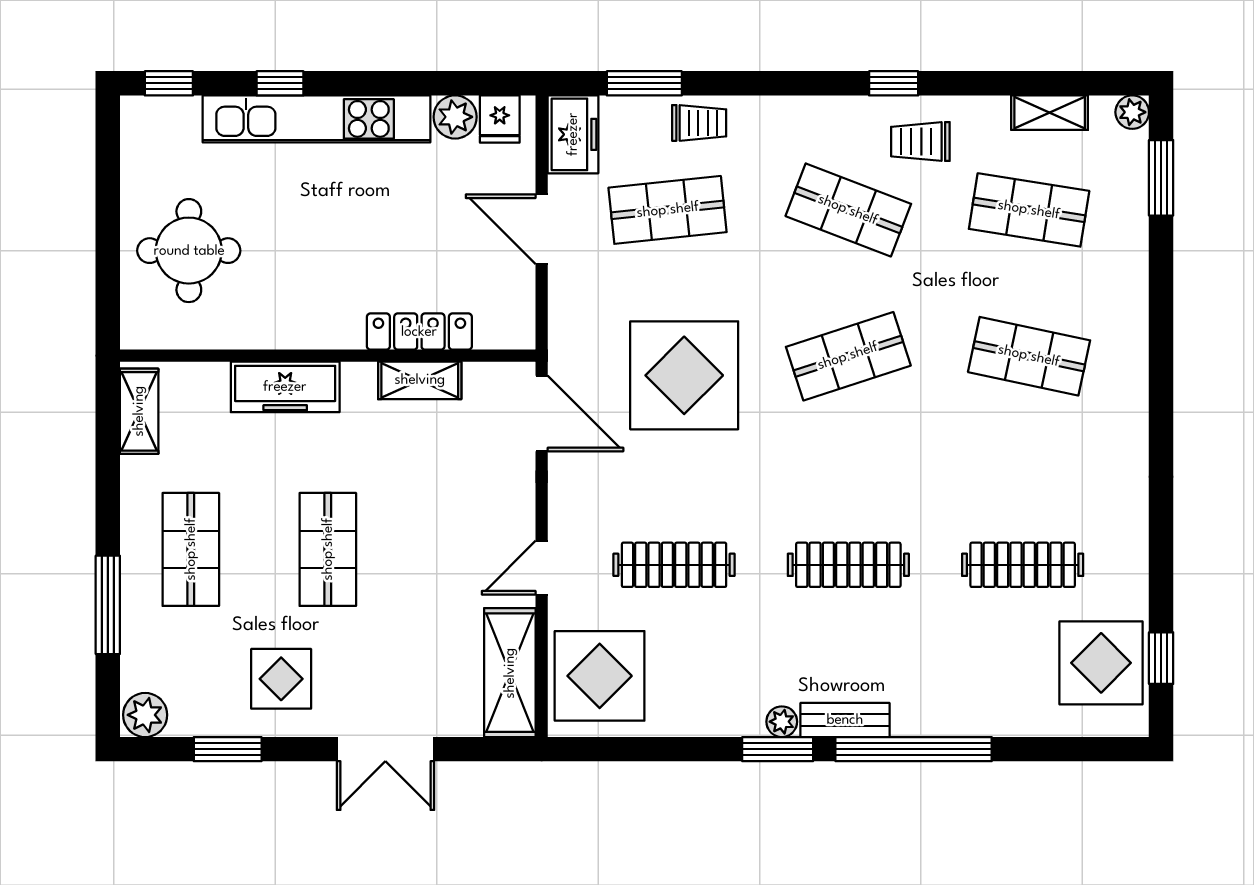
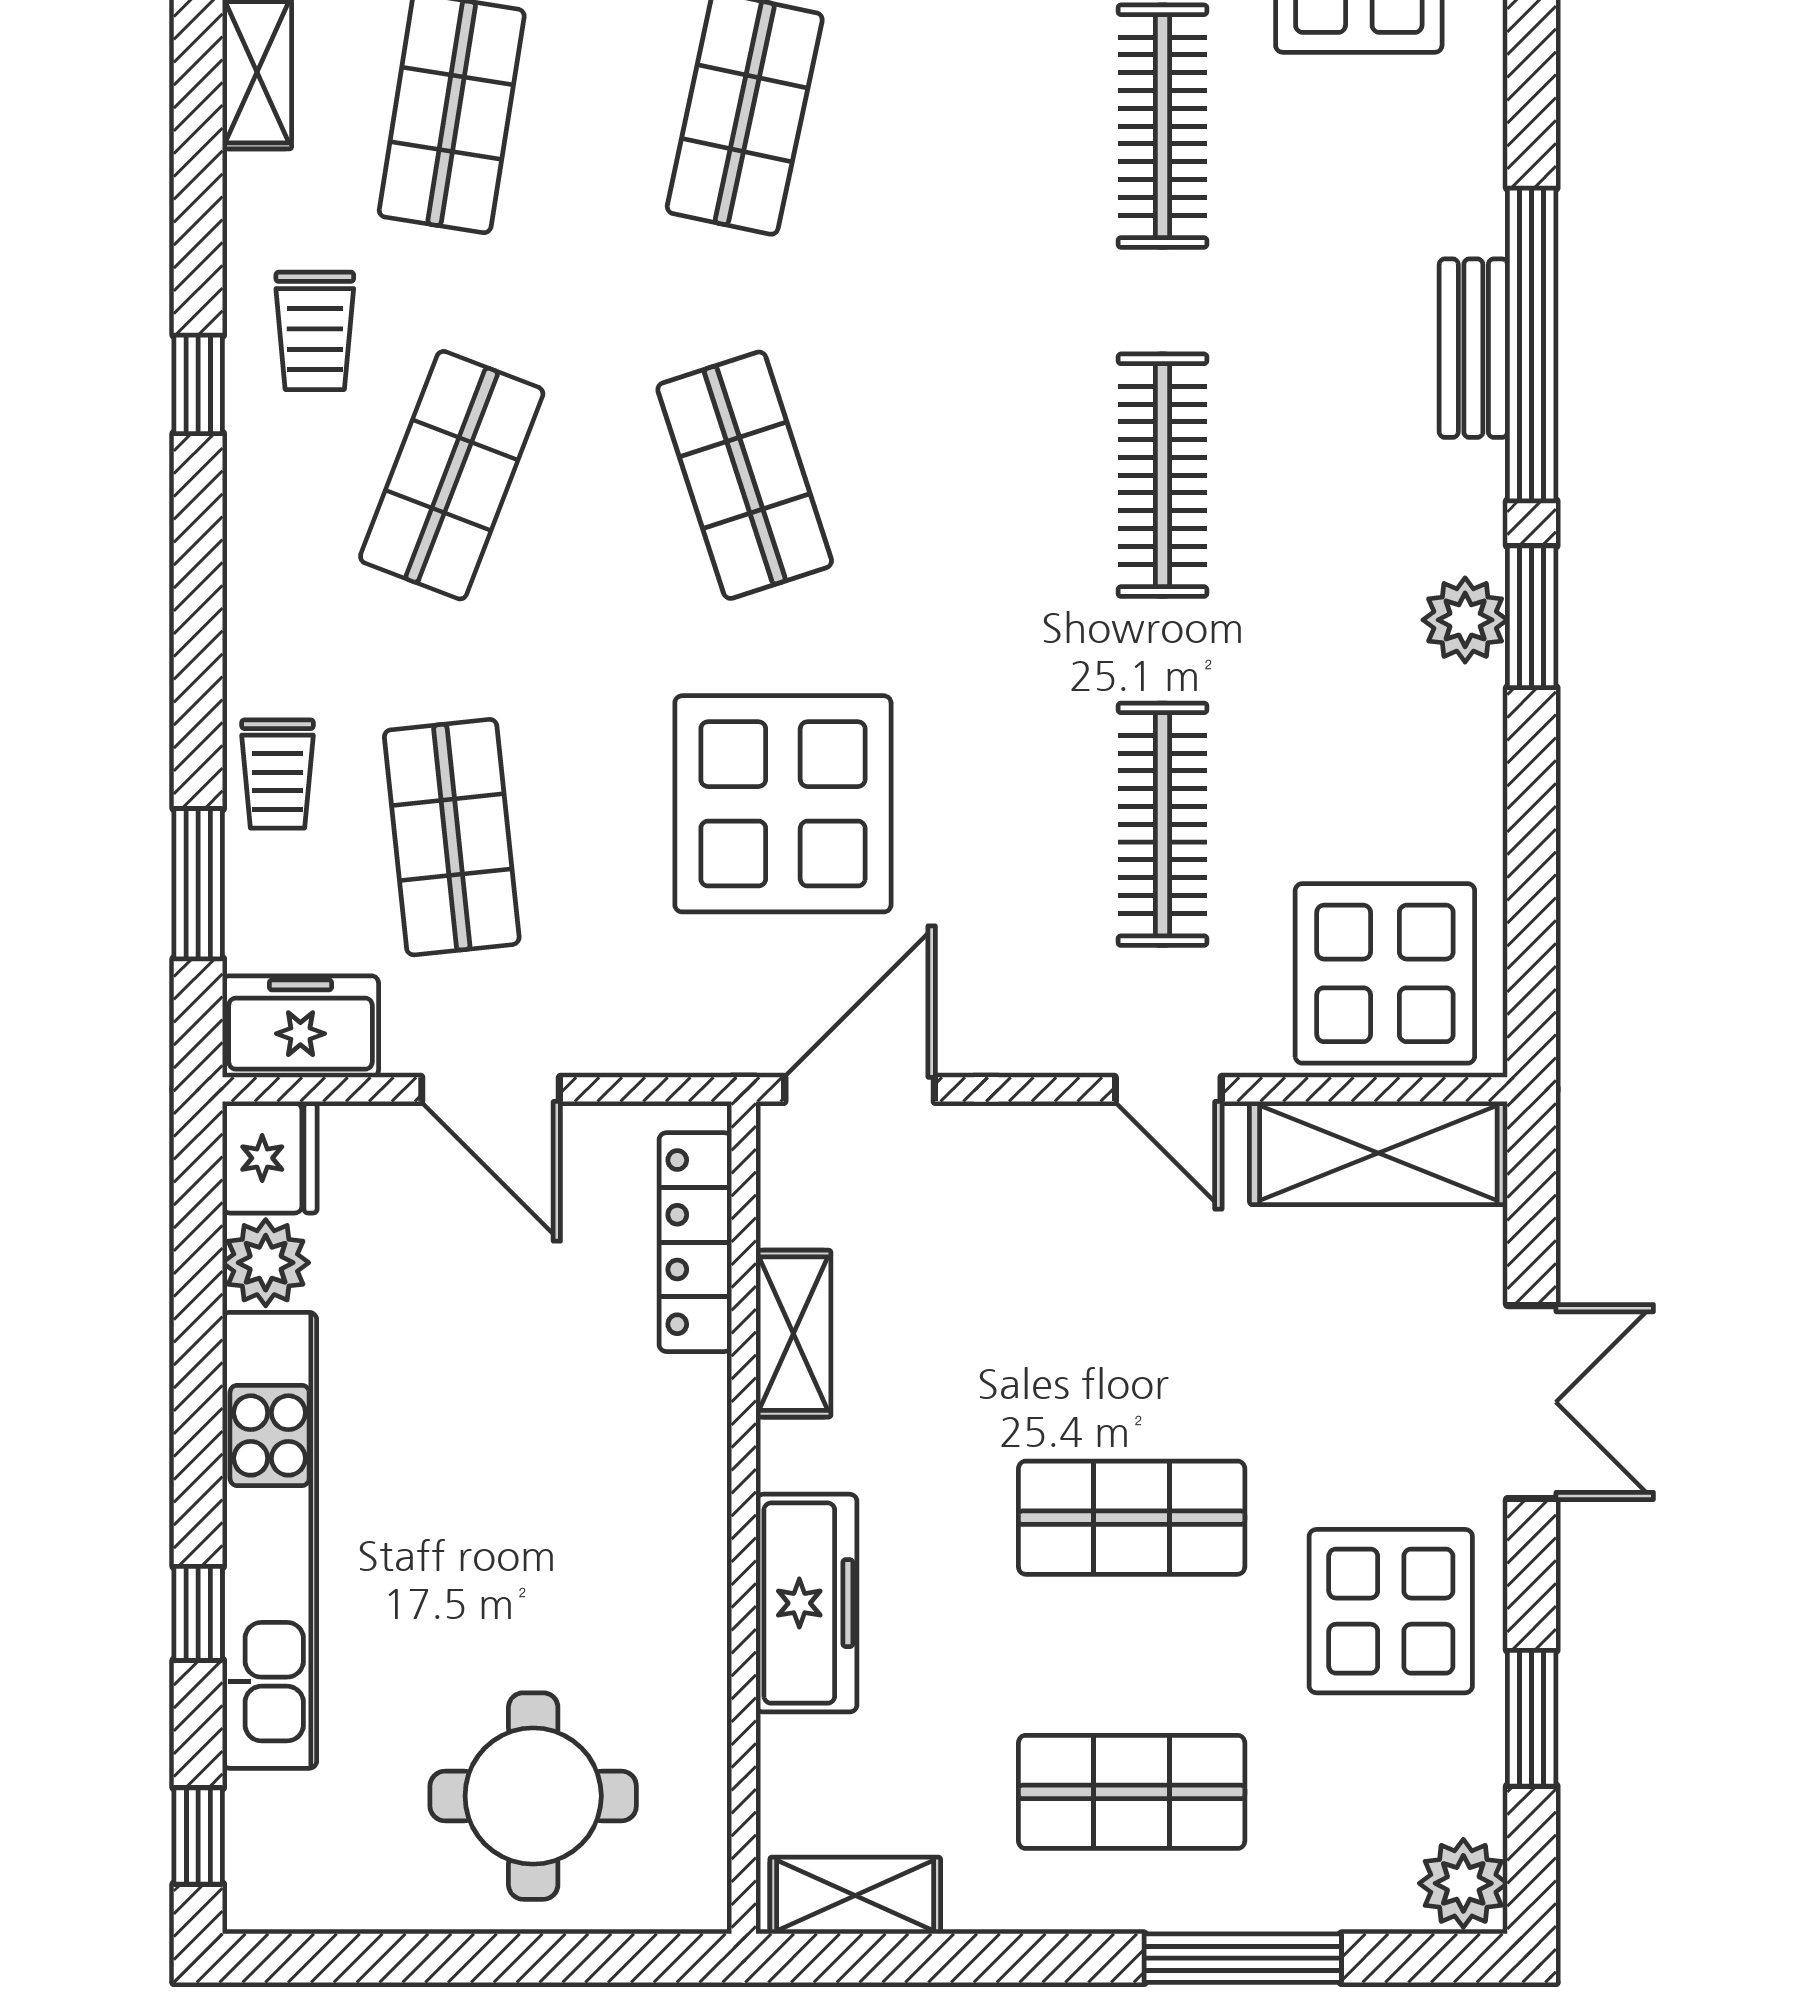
fridge: (500, 119) -> (270, 1158), width x1.38
trolley: (699, 123) -> (278, 774), turned 180
door: (542, 229) -> (491, 1089), hinge flipped
locker: (419, 332) -> (695, 1242), moved
display table: (281, 679) -> (1391, 1611), width x1.36, depth x1.36
bench: (845, 720) -> (1473, 348), moved
plant: (782, 722) -> (1465, 620), width x1.38, depth x1.38

